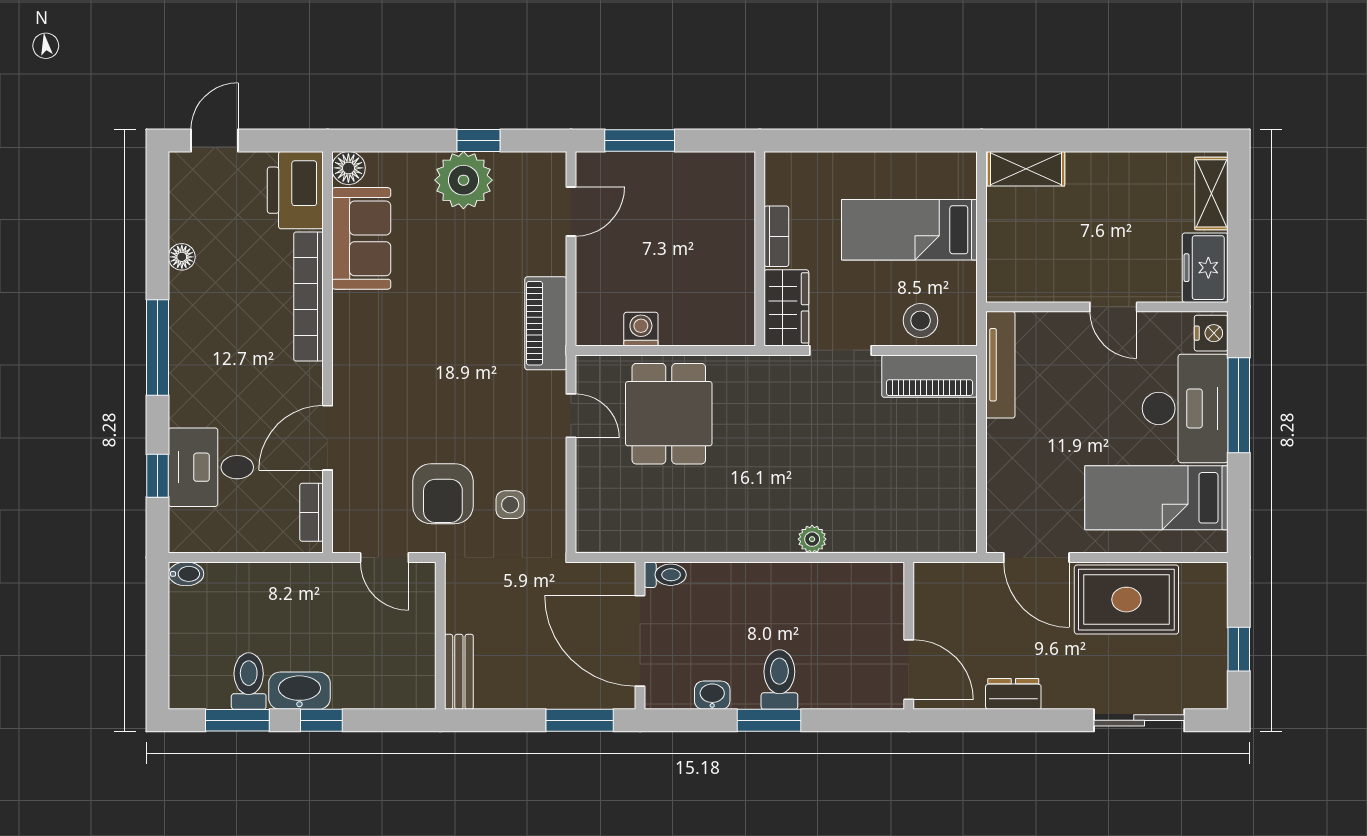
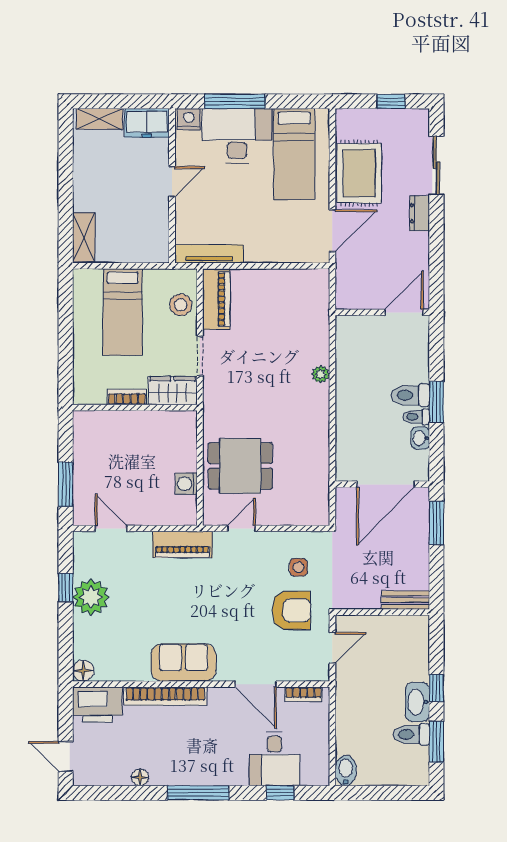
sofa: (361, 238) -> (183, 662), moved
bidet: (186, 574) -> (346, 771), width x1.38, depth x1.36
toilet: (665, 575) -> (416, 417), moved, turned -90
dresser: (1013, 694) -> (420, 213), moved

